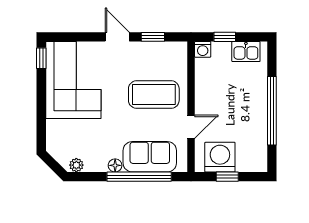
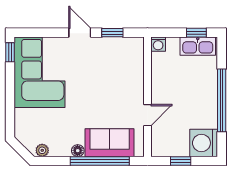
window: (225, 37) -> (196, 33), moved
kitchen sink: (246, 52) -> (198, 46), width x1.38
coffee table: (154, 95) -> (113, 86), removed
washing machine: (220, 157) -> (204, 143), moved, turned -90

